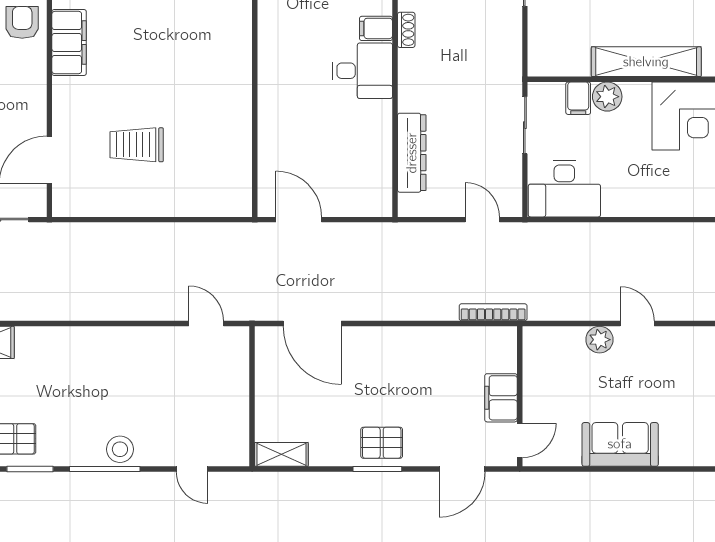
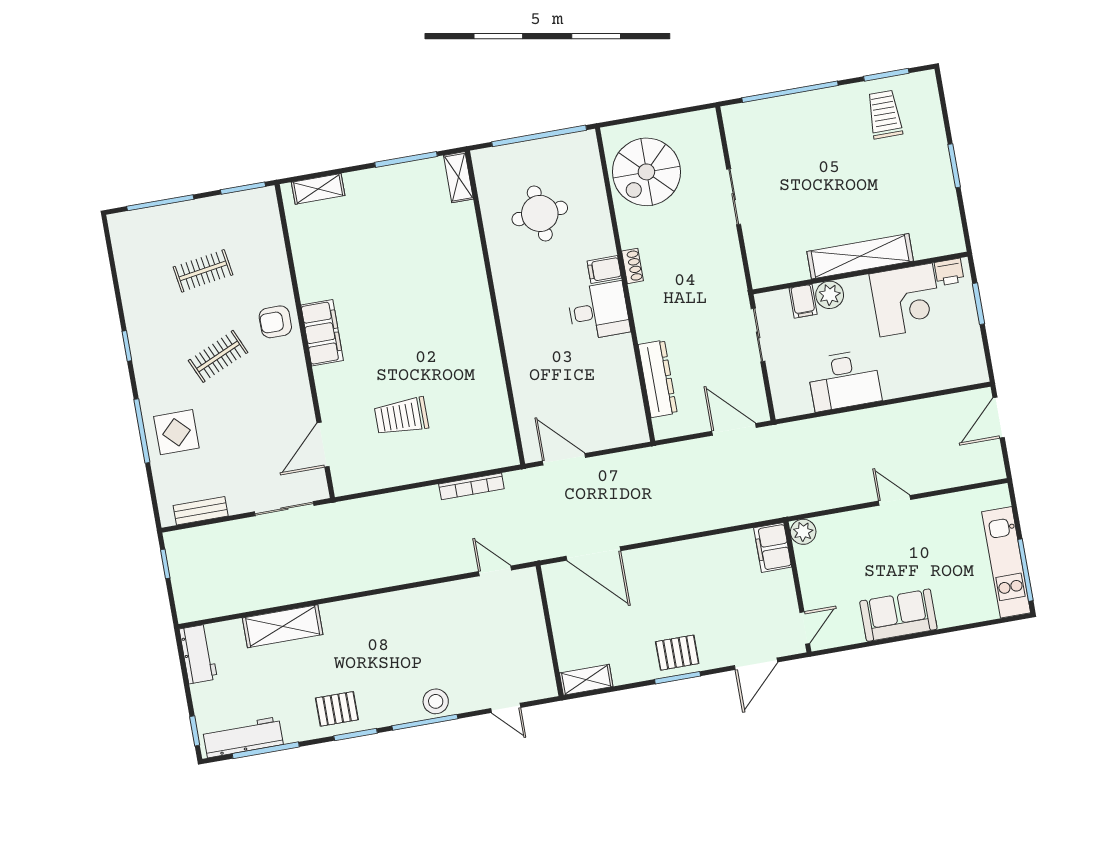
armchair: (22, 22) -> (275, 322), turned -90
desk: (564, 189) -> (844, 380), moved
door: (482, 220) -> (734, 429), width x1.38
bookcase: (493, 312) -> (471, 486), moved, turned 180
plant: (599, 340) -> (803, 532), moved
filing cabinet: (501, 398) -> (773, 547), moved

